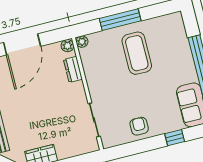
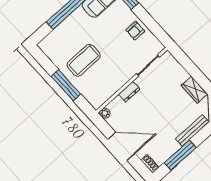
plant: (82, 42) -> (96, 104), removed
dresser: (73, 69) -> (129, 92), moved

